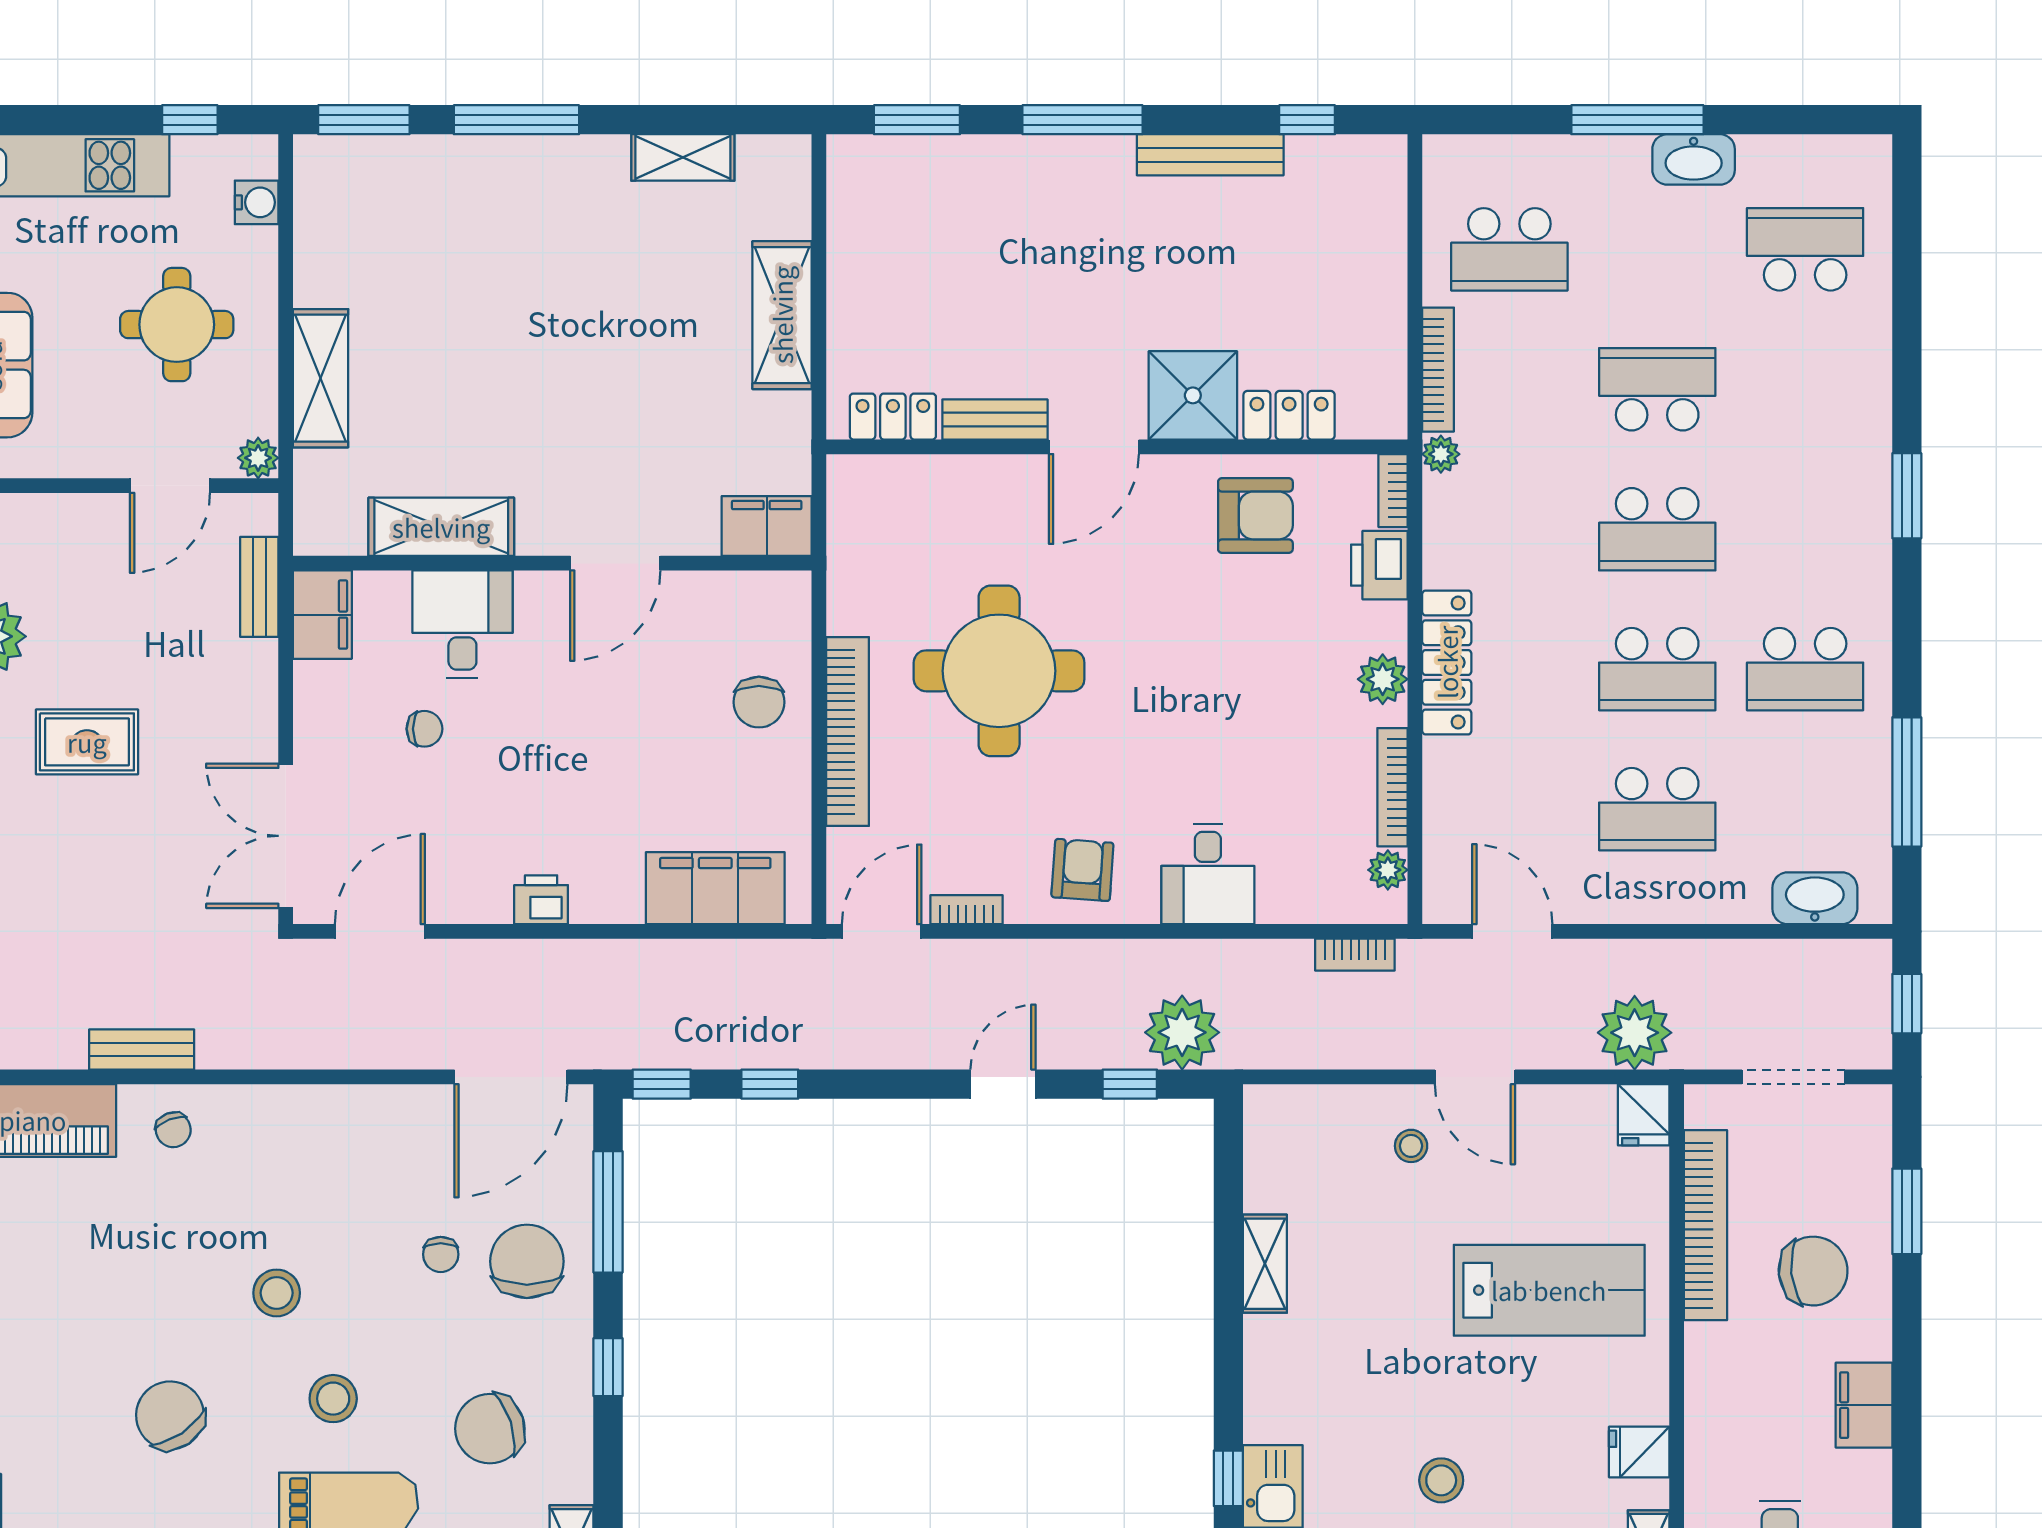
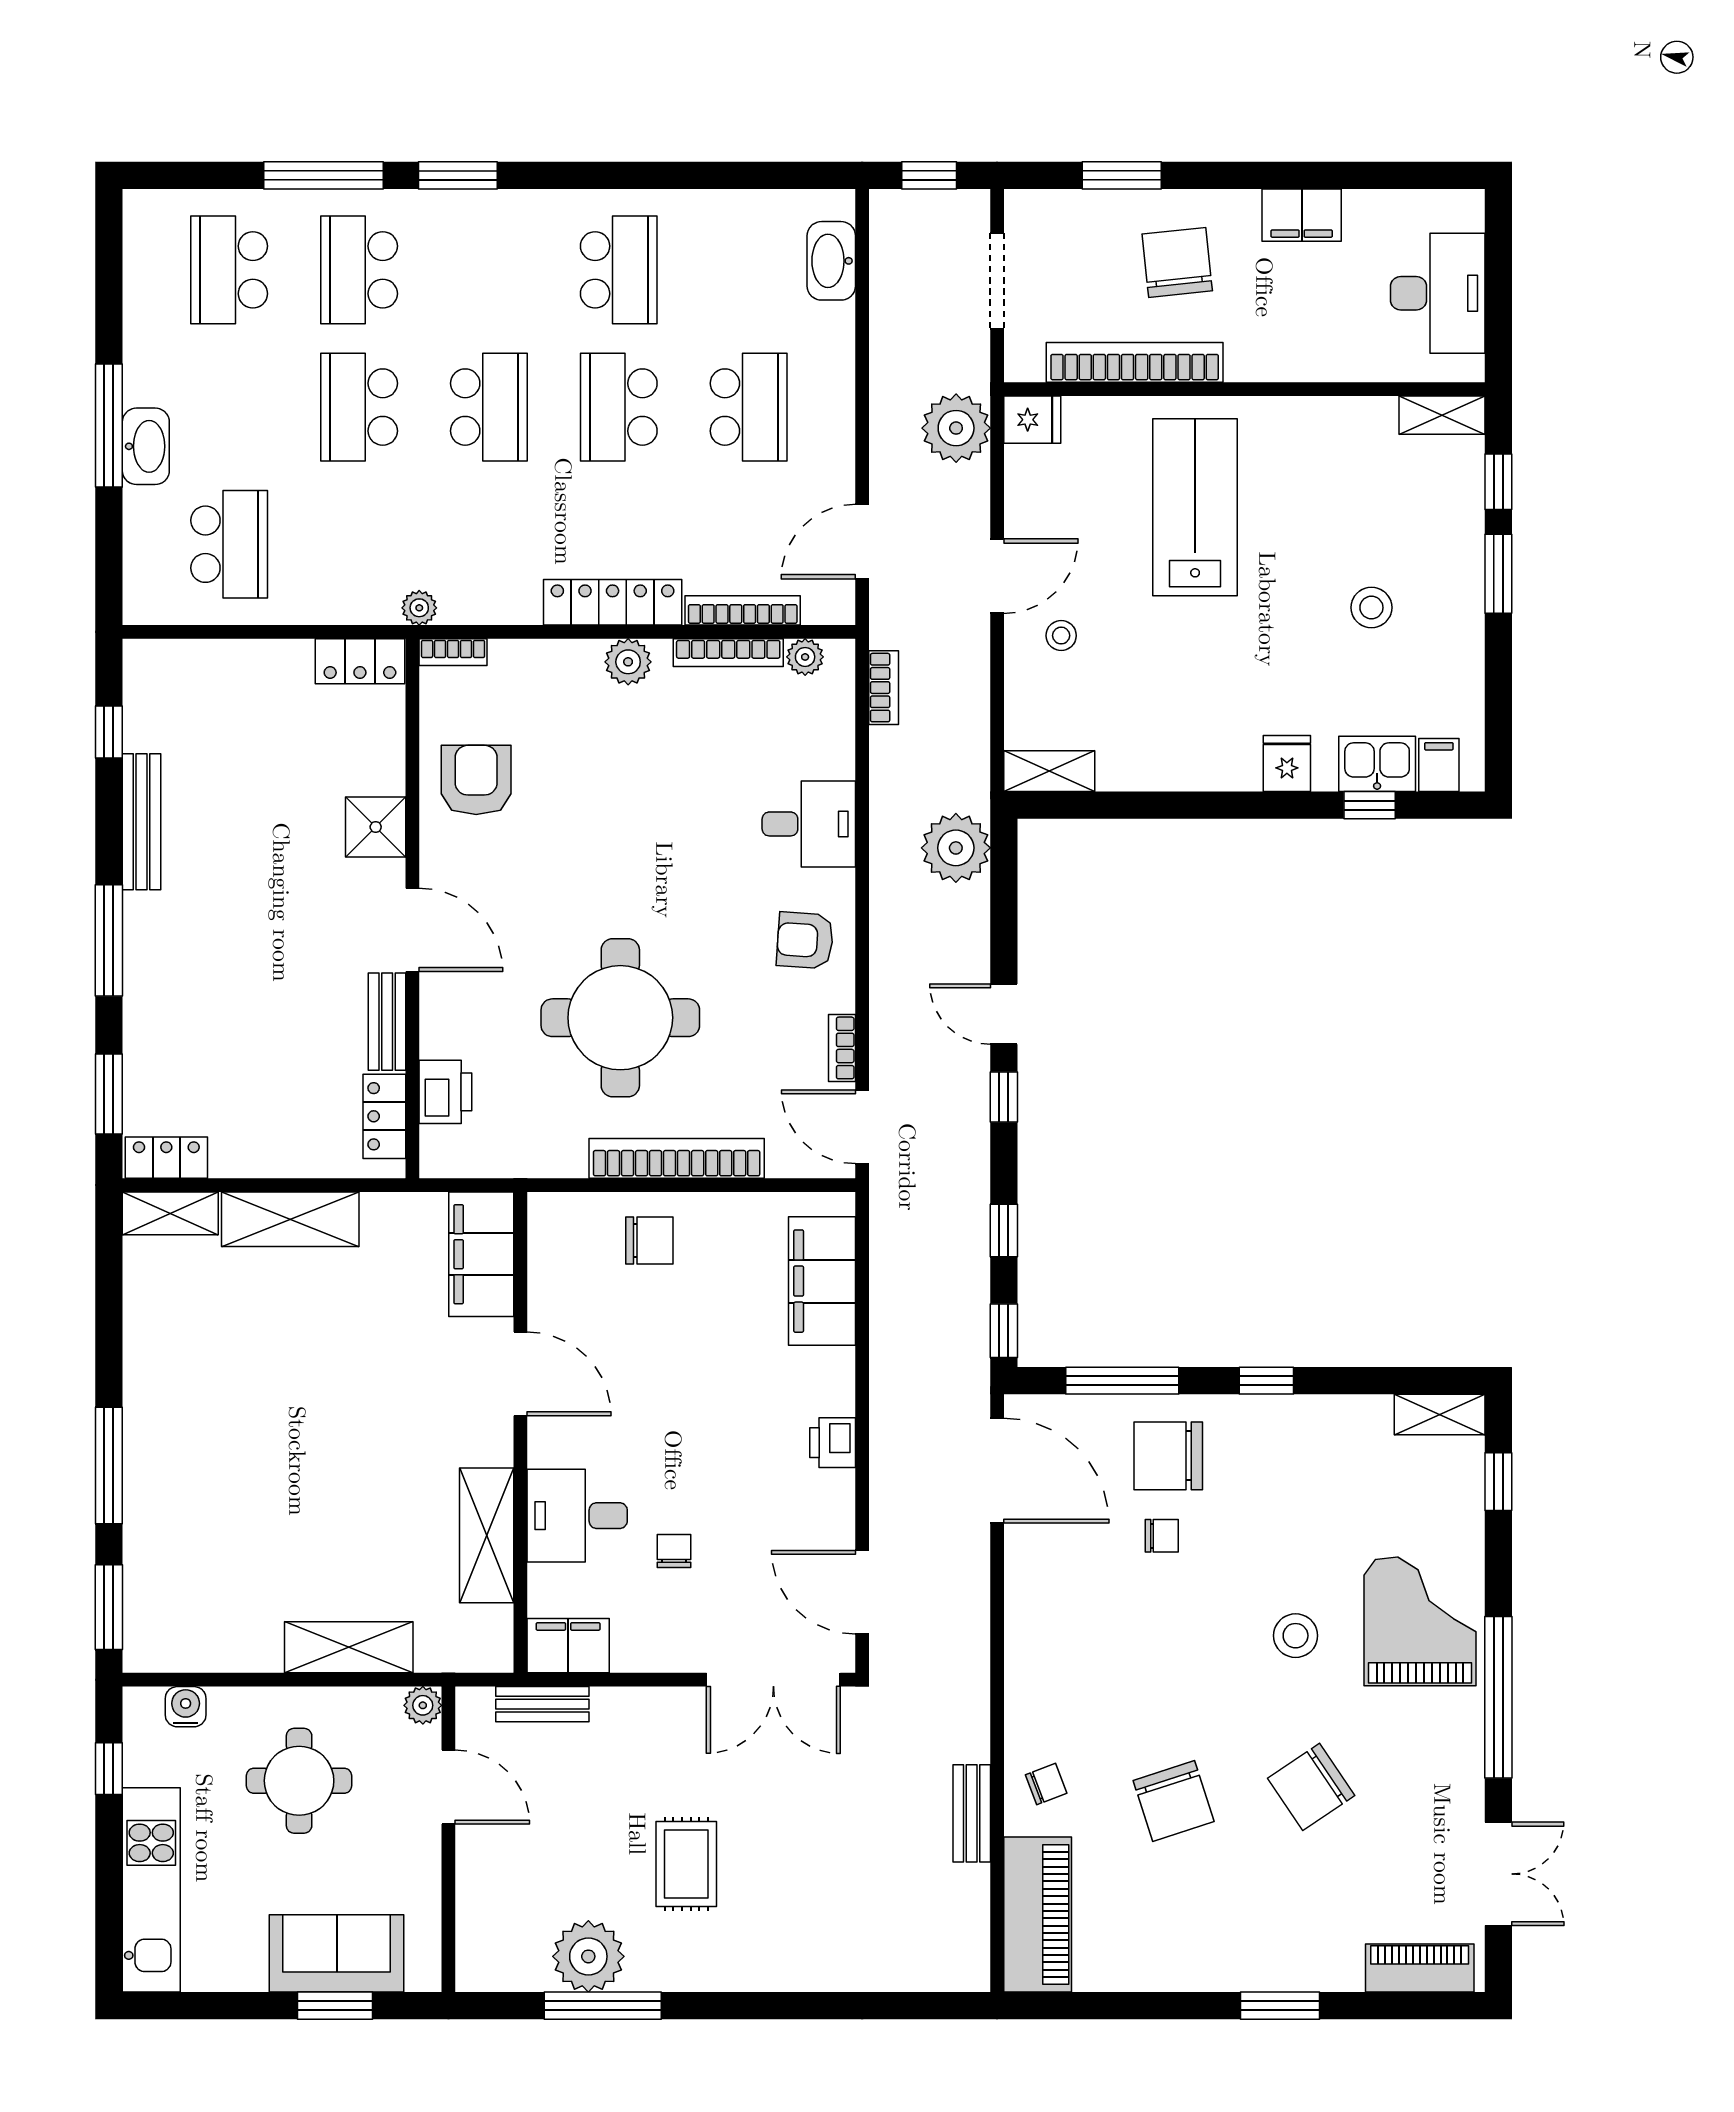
shelving: (683, 157) -> (170, 1213), moved, turned 90
washbasin: (1694, 159) -> (146, 446), moved
locker: (848, 182) -> (166, 1158), added
bookcase: (1438, 370) -> (743, 610), moved
school desk: (1805, 389) -> (359, 270), added
shower: (1193, 395) -> (376, 827), width x0.73, depth x0.73
locker: (1289, 415) -> (360, 661), moved, turned -90
filing cabinet: (767, 526) -> (481, 1254), width x1.50, depth x1.17
printer: (1379, 565) -> (445, 1092), moved, turned -90
school desk: (1657, 669) -> (619, 407), turned 180
window: (1907, 782) -> (324, 175), moved
window: (1130, 1084) -> (1004, 1097), moved
shelving: (1265, 1264) -> (1049, 771), moved
stool: (277, 1293) -> (1198, 1688), removed
chair: (490, 1429) -> (1174, 1801), moved
fridge: (1639, 1452) -> (1287, 764), moved, turned 180

